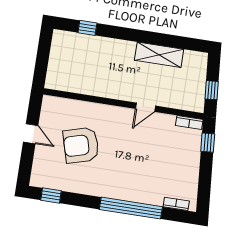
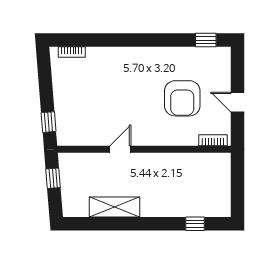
bookcase: (189, 123) -> (213, 140), moved
armchair: (81, 145) -> (182, 98), turned 106
window: (131, 208) -> (119, 40), removed

